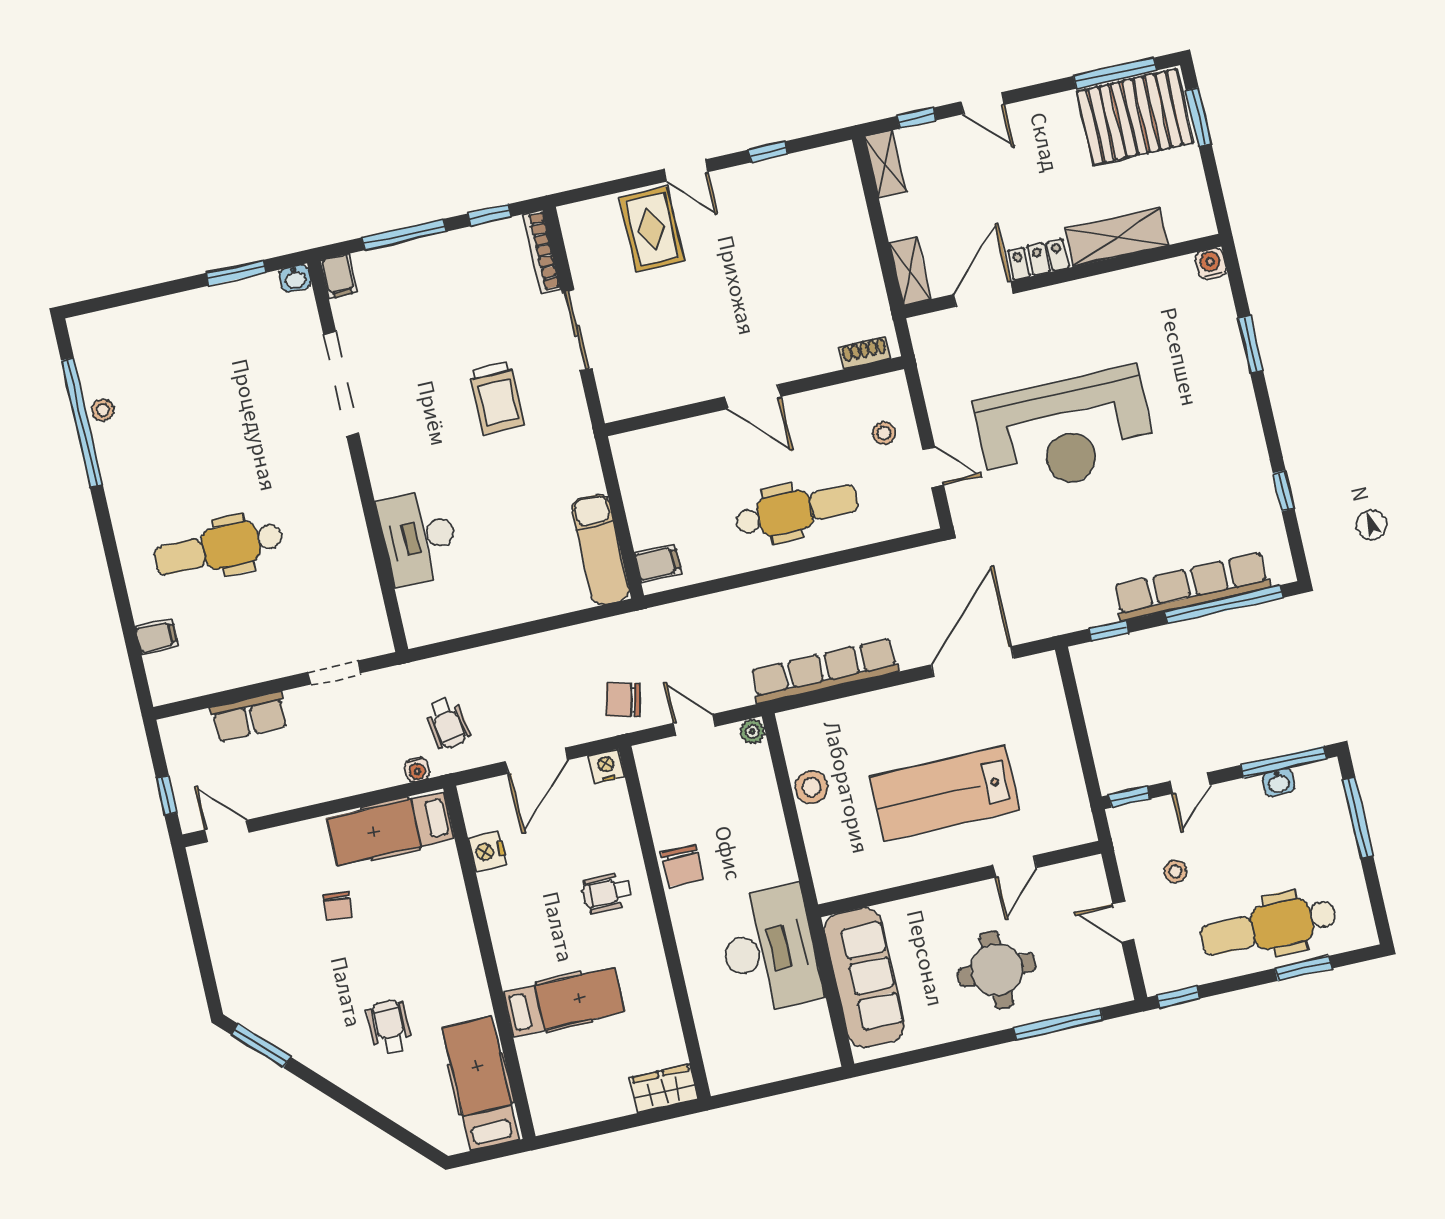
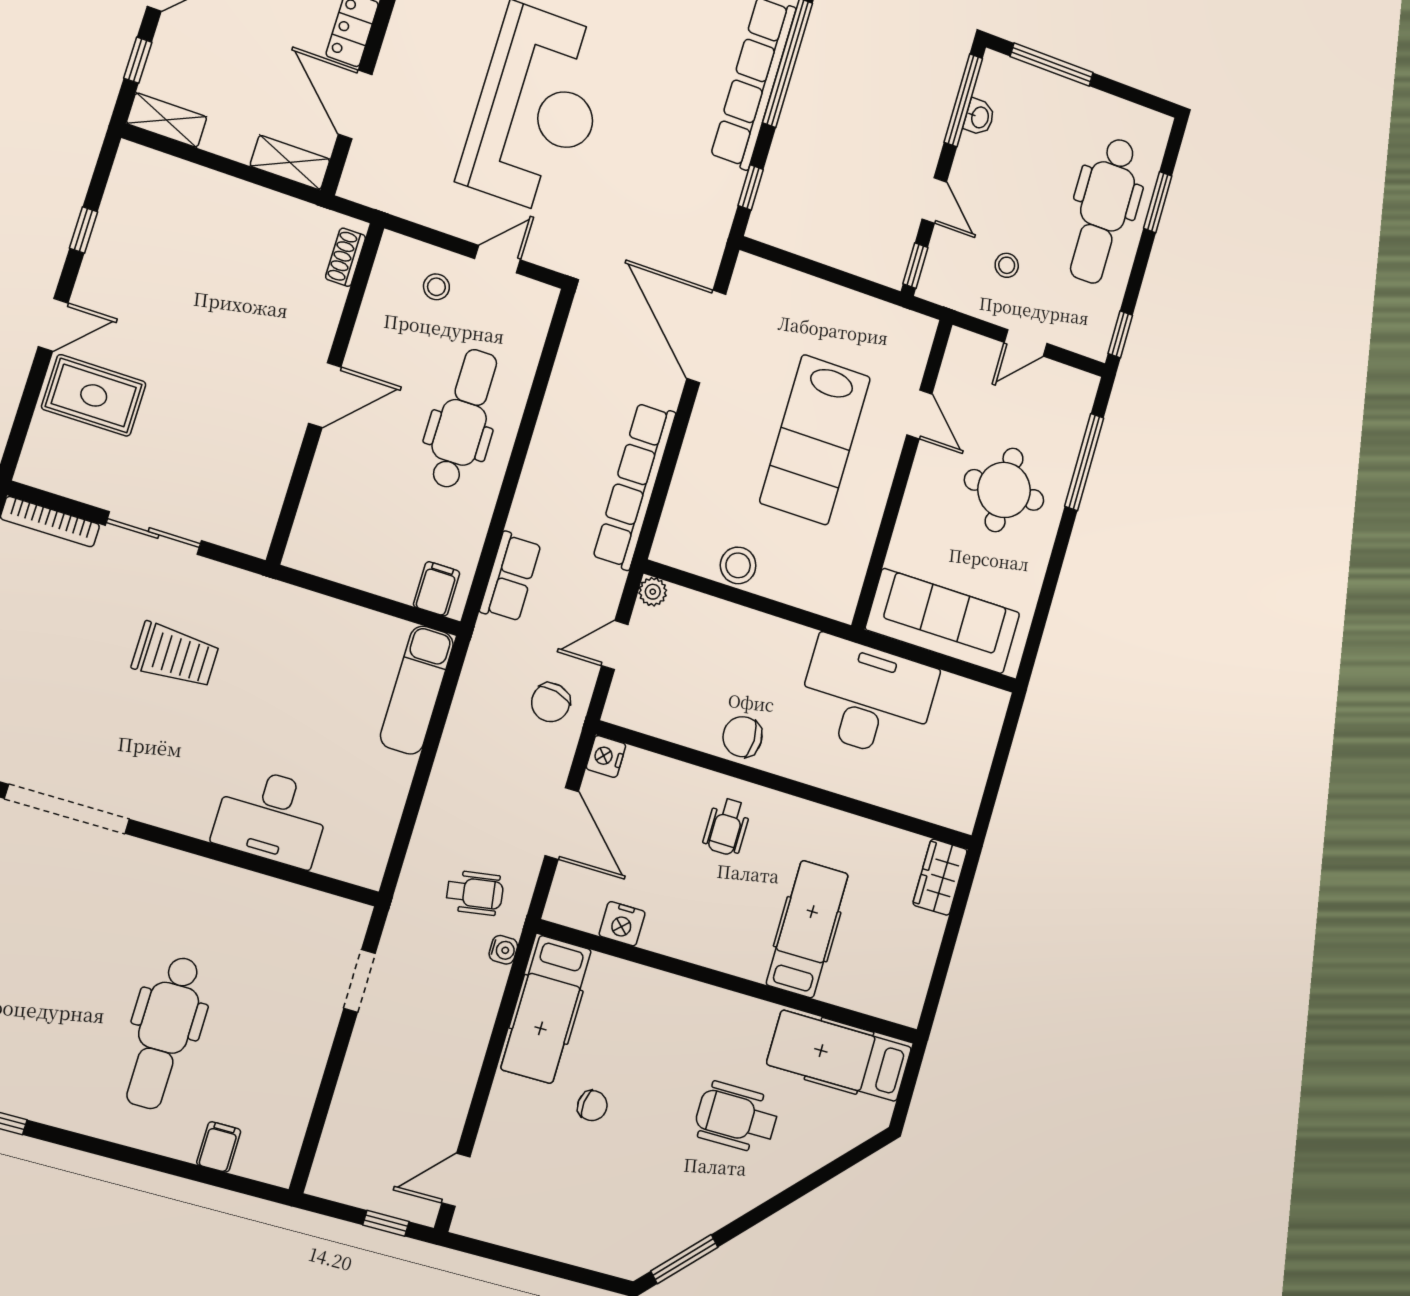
exam couch: (600, 549) -> (417, 690), moved, turned 90
row of seats: (249, 717) -> (510, 577), moved
chair: (682, 866) -> (743, 737), turned 180
wheelchair: (390, 1027) -> (737, 1117), width x1.36, depth x1.37

